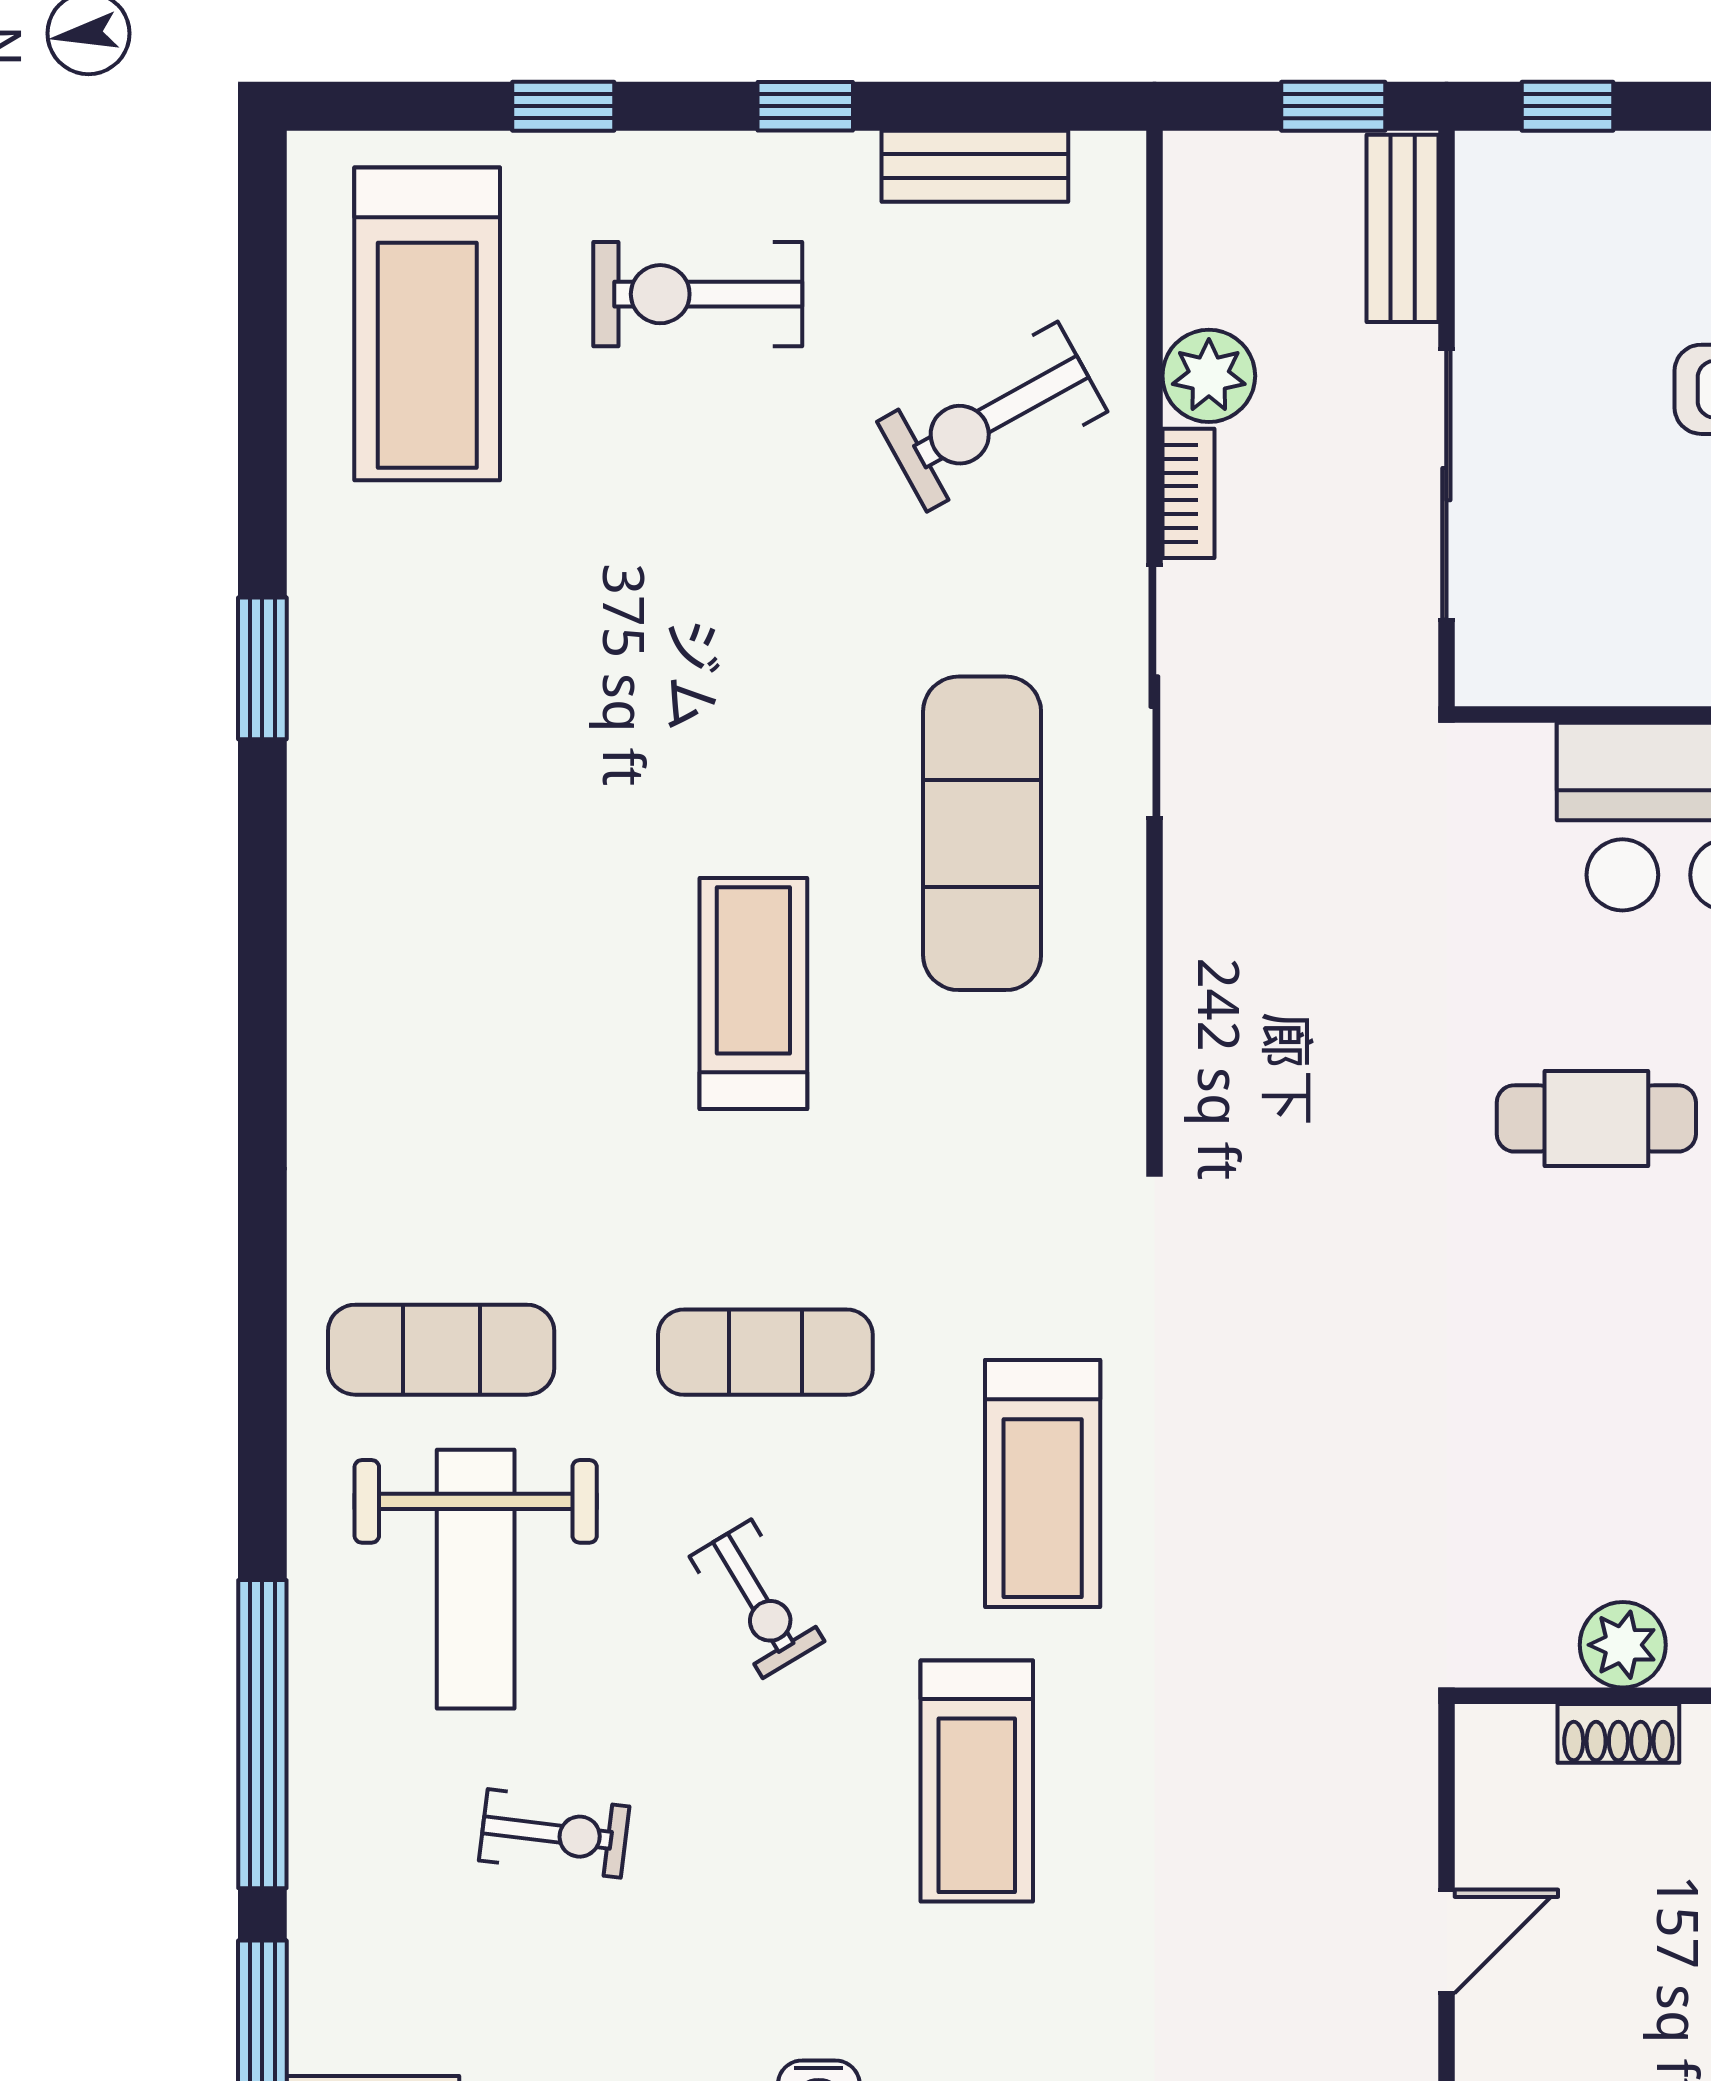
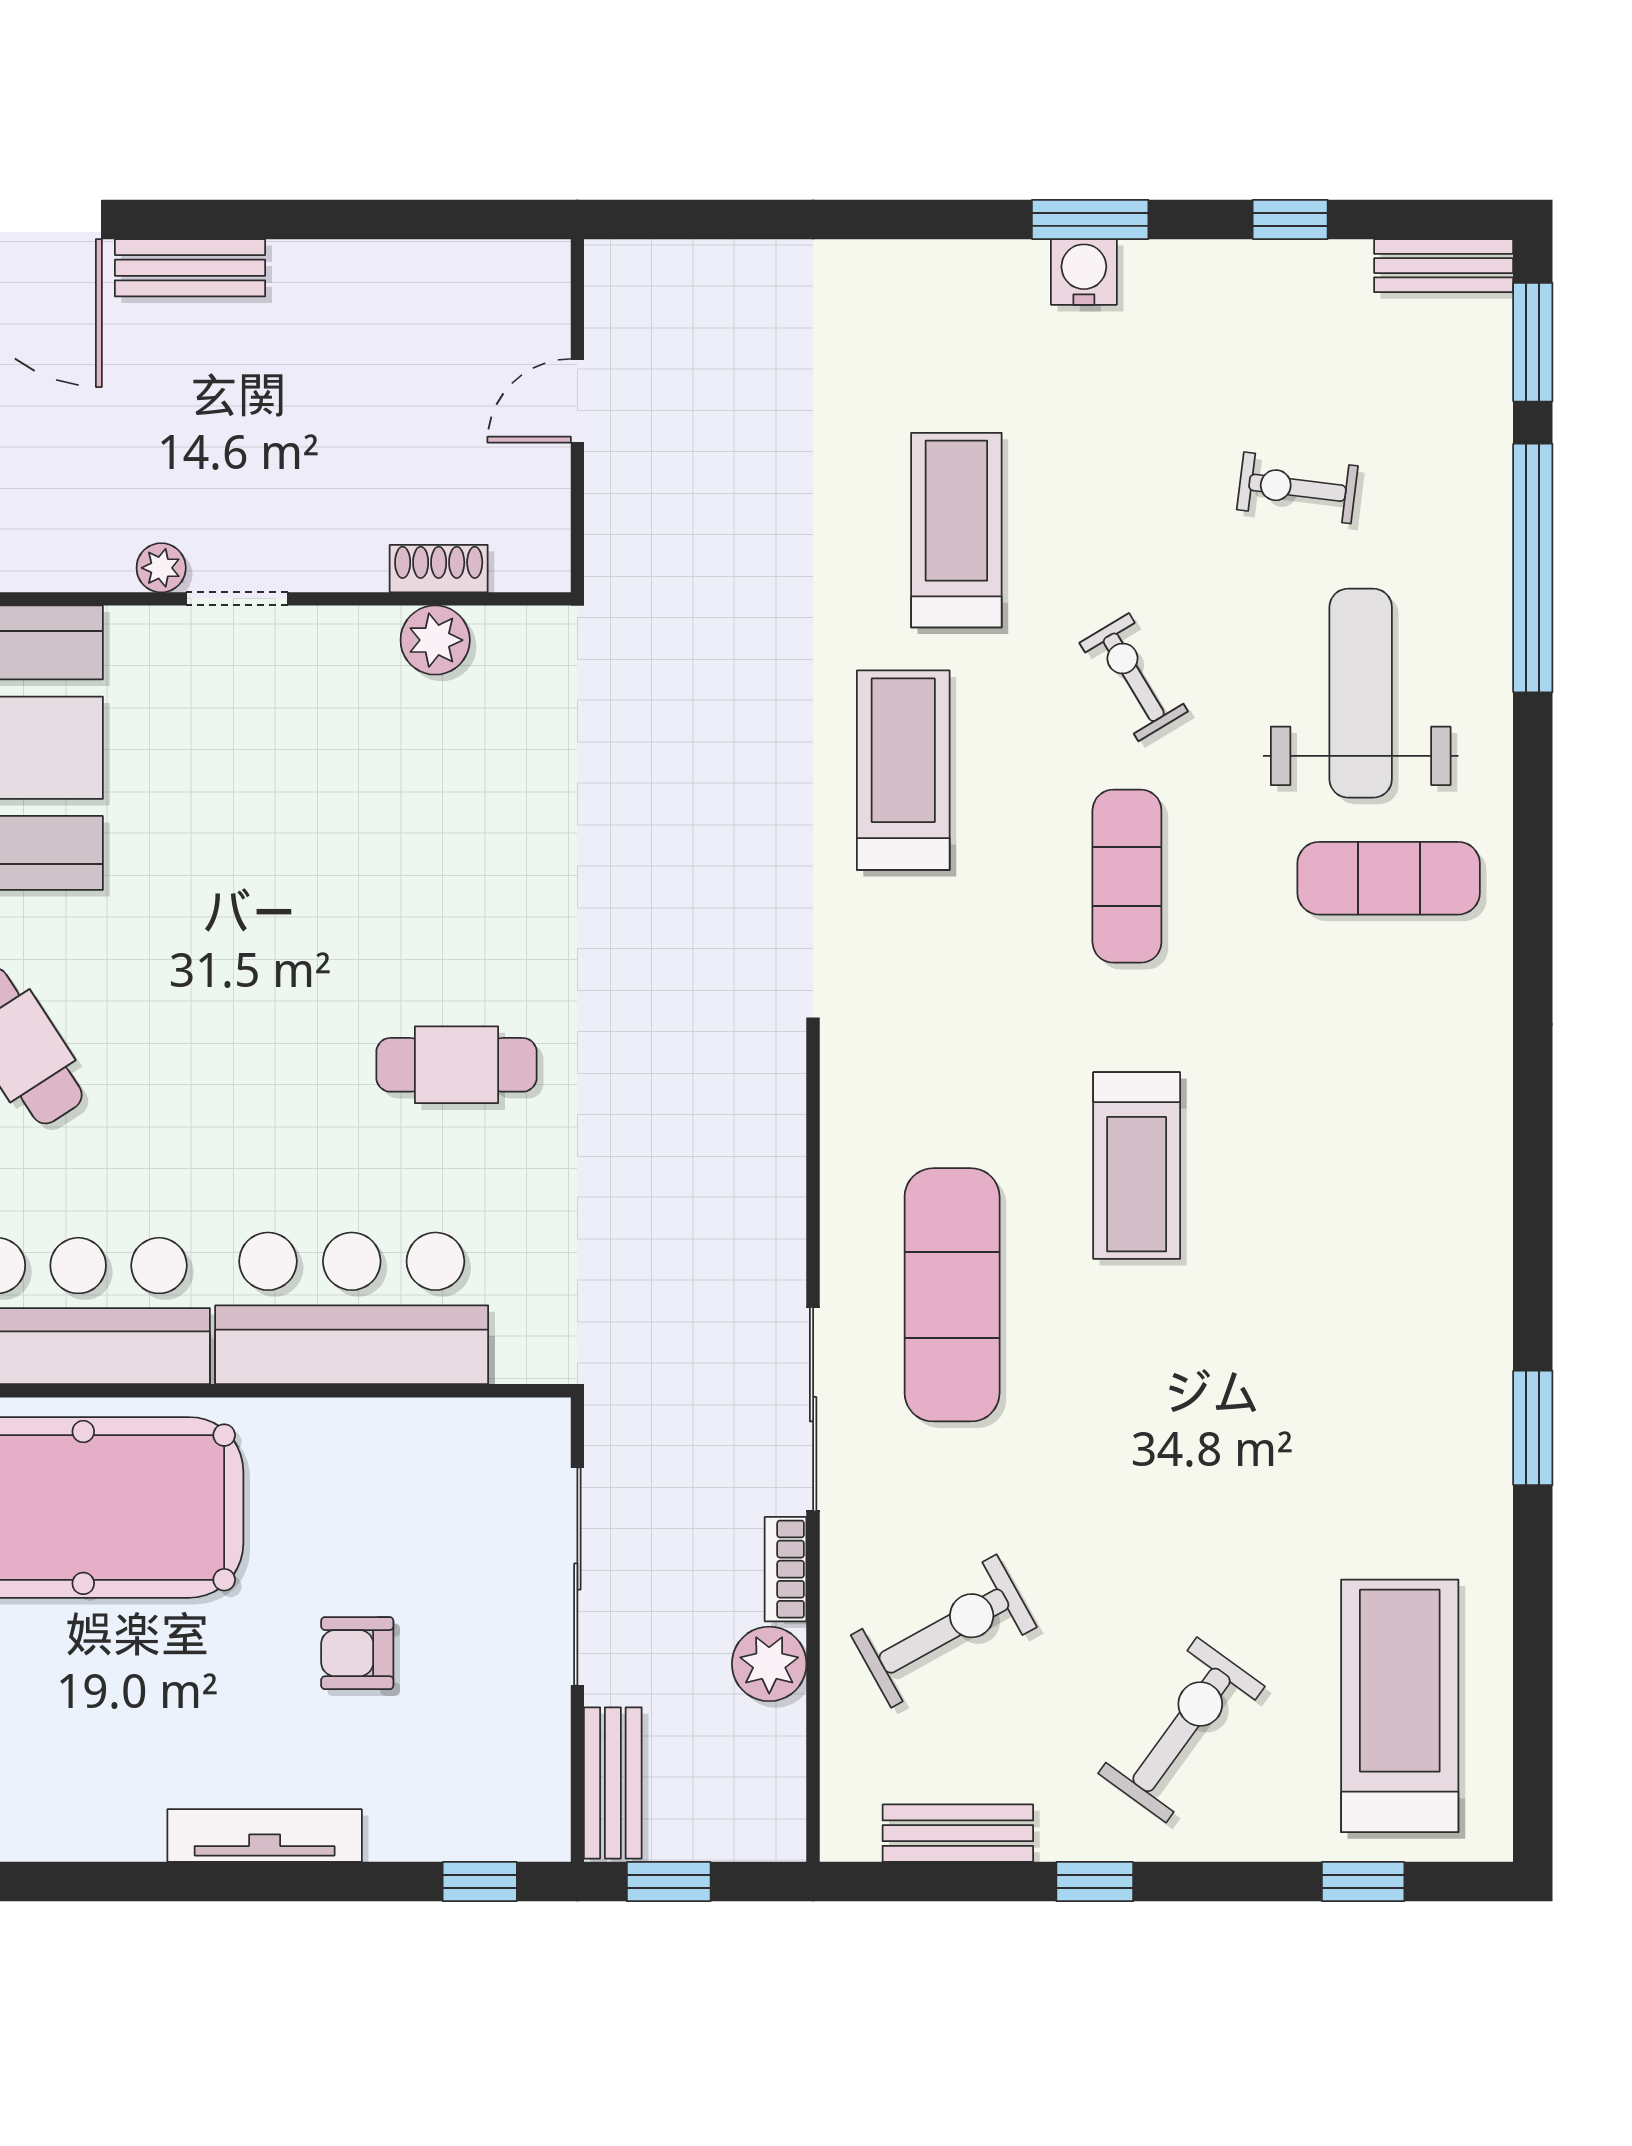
window: (563, 106) -> (1363, 1882), moved
exercise bike: (698, 294) -> (1181, 1730), turned -54
exercise mat: (765, 1352) -> (1127, 876), turned 90

